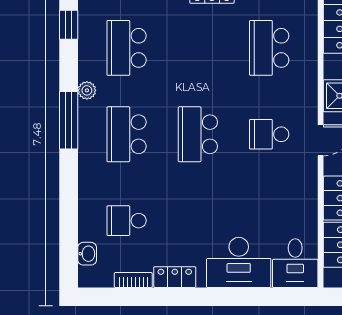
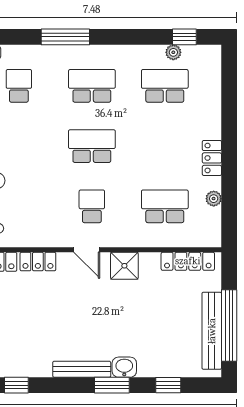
plant: (87, 90) -> (173, 52), moved
window: (69, 120) -> (65, 37), moved

